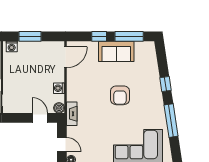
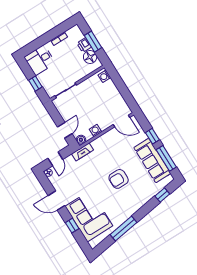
window: (30, 36) -> (120, 85), removed
sofa: (116, 51) -> (152, 161), width x1.36
window: (166, 84) -> (162, 195), moved

